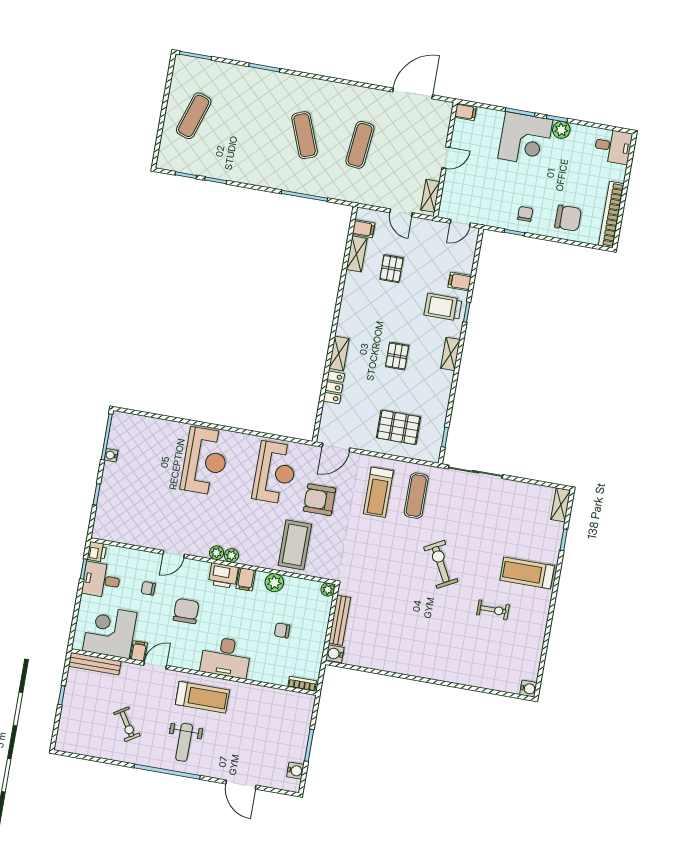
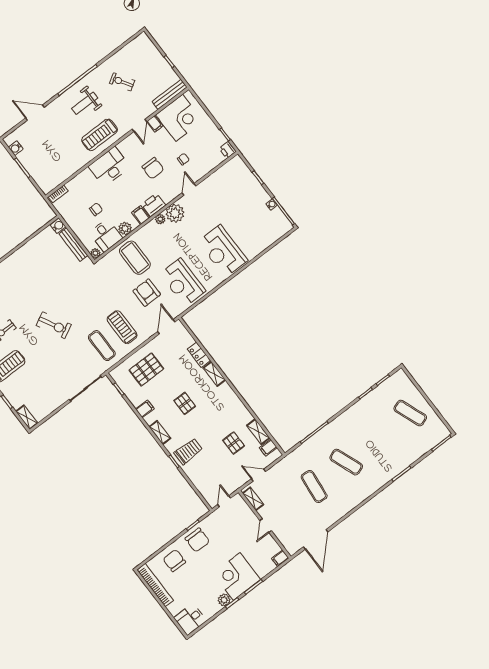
exercise mat: (194, 116) -> (410, 413), turned -39
chair: (525, 214) -> (197, 540), width x1.87, depth x1.87
chair: (568, 218) -> (174, 561), turned 90
filing cabinet: (460, 281) -> (145, 409), moved
armchair: (319, 500) -> (147, 293), turned -90
plant: (216, 553) -> (175, 213), width x1.87, depth x1.87
desk: (101, 580) -> (106, 235), moved, turned 90
weight bench: (184, 742) -> (85, 103), turned -90

